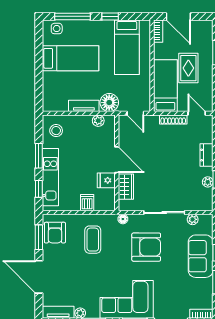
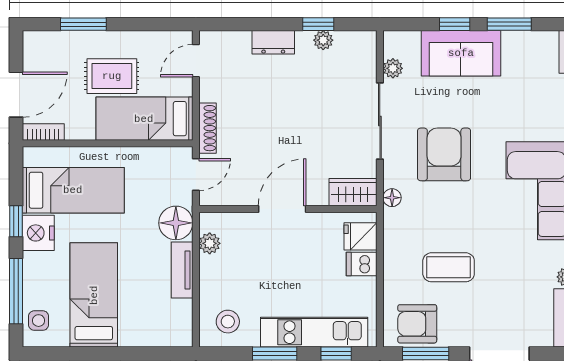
nightstand: (104, 28) -> (38, 233), added
shoe rack: (173, 120) -> (207, 128), moved
fridge: (106, 180) -> (361, 236), moved, turned 90
wardrobe: (126, 187) -> (353, 192), moved
armchair: (55, 233) -> (417, 324), turned 180
coffee table: (93, 240) -> (449, 267), moved

